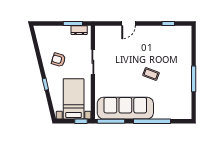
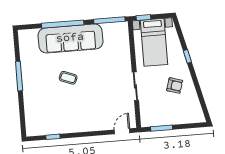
door: (129, 24) -> (122, 131), moved
dresser: (79, 30) -> (154, 121), removed
sofa: (125, 108) -> (70, 38), moved

